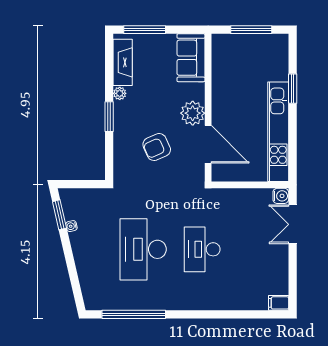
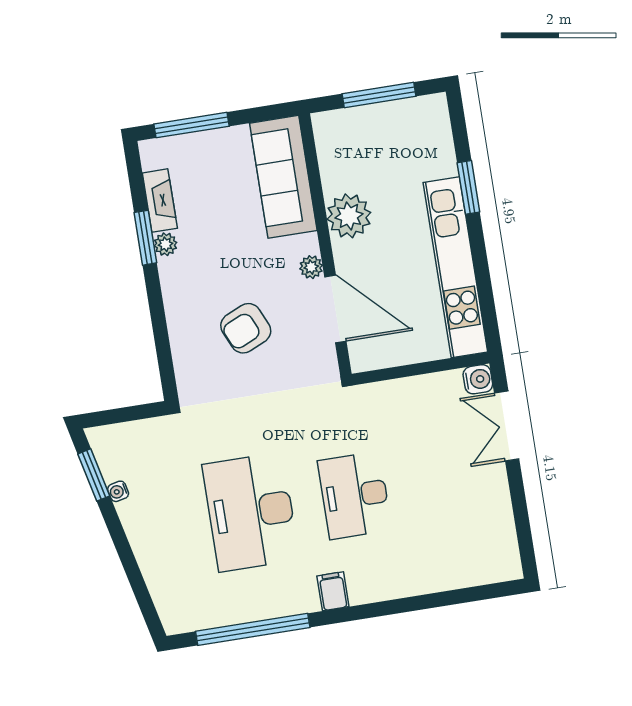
sofa: (191, 58) -> (283, 177), width x1.36
fireplace: (123, 62) -> (160, 201), width x0.73, depth x0.76
plant: (224, 94) -> (349, 216), added
plant: (193, 113) -> (311, 267), width x0.53, depth x0.53
window: (109, 117) -> (145, 238), moved
filing cabinet: (279, 303) -> (333, 591), moved, turned 90

